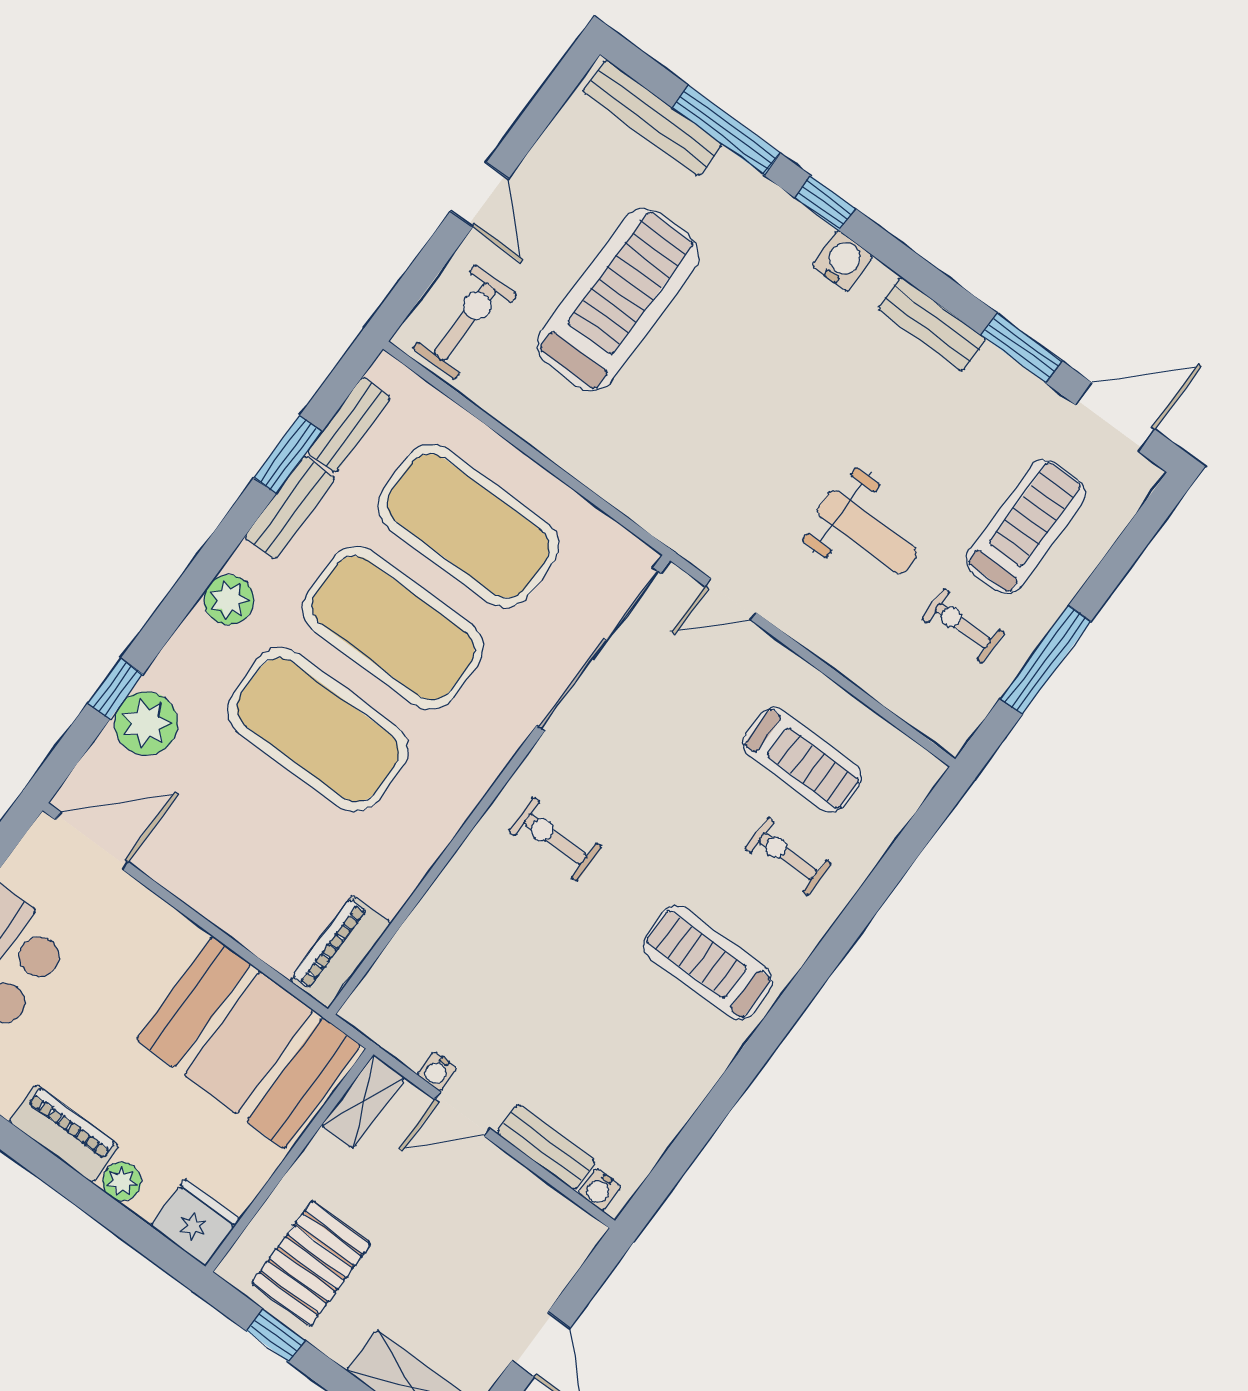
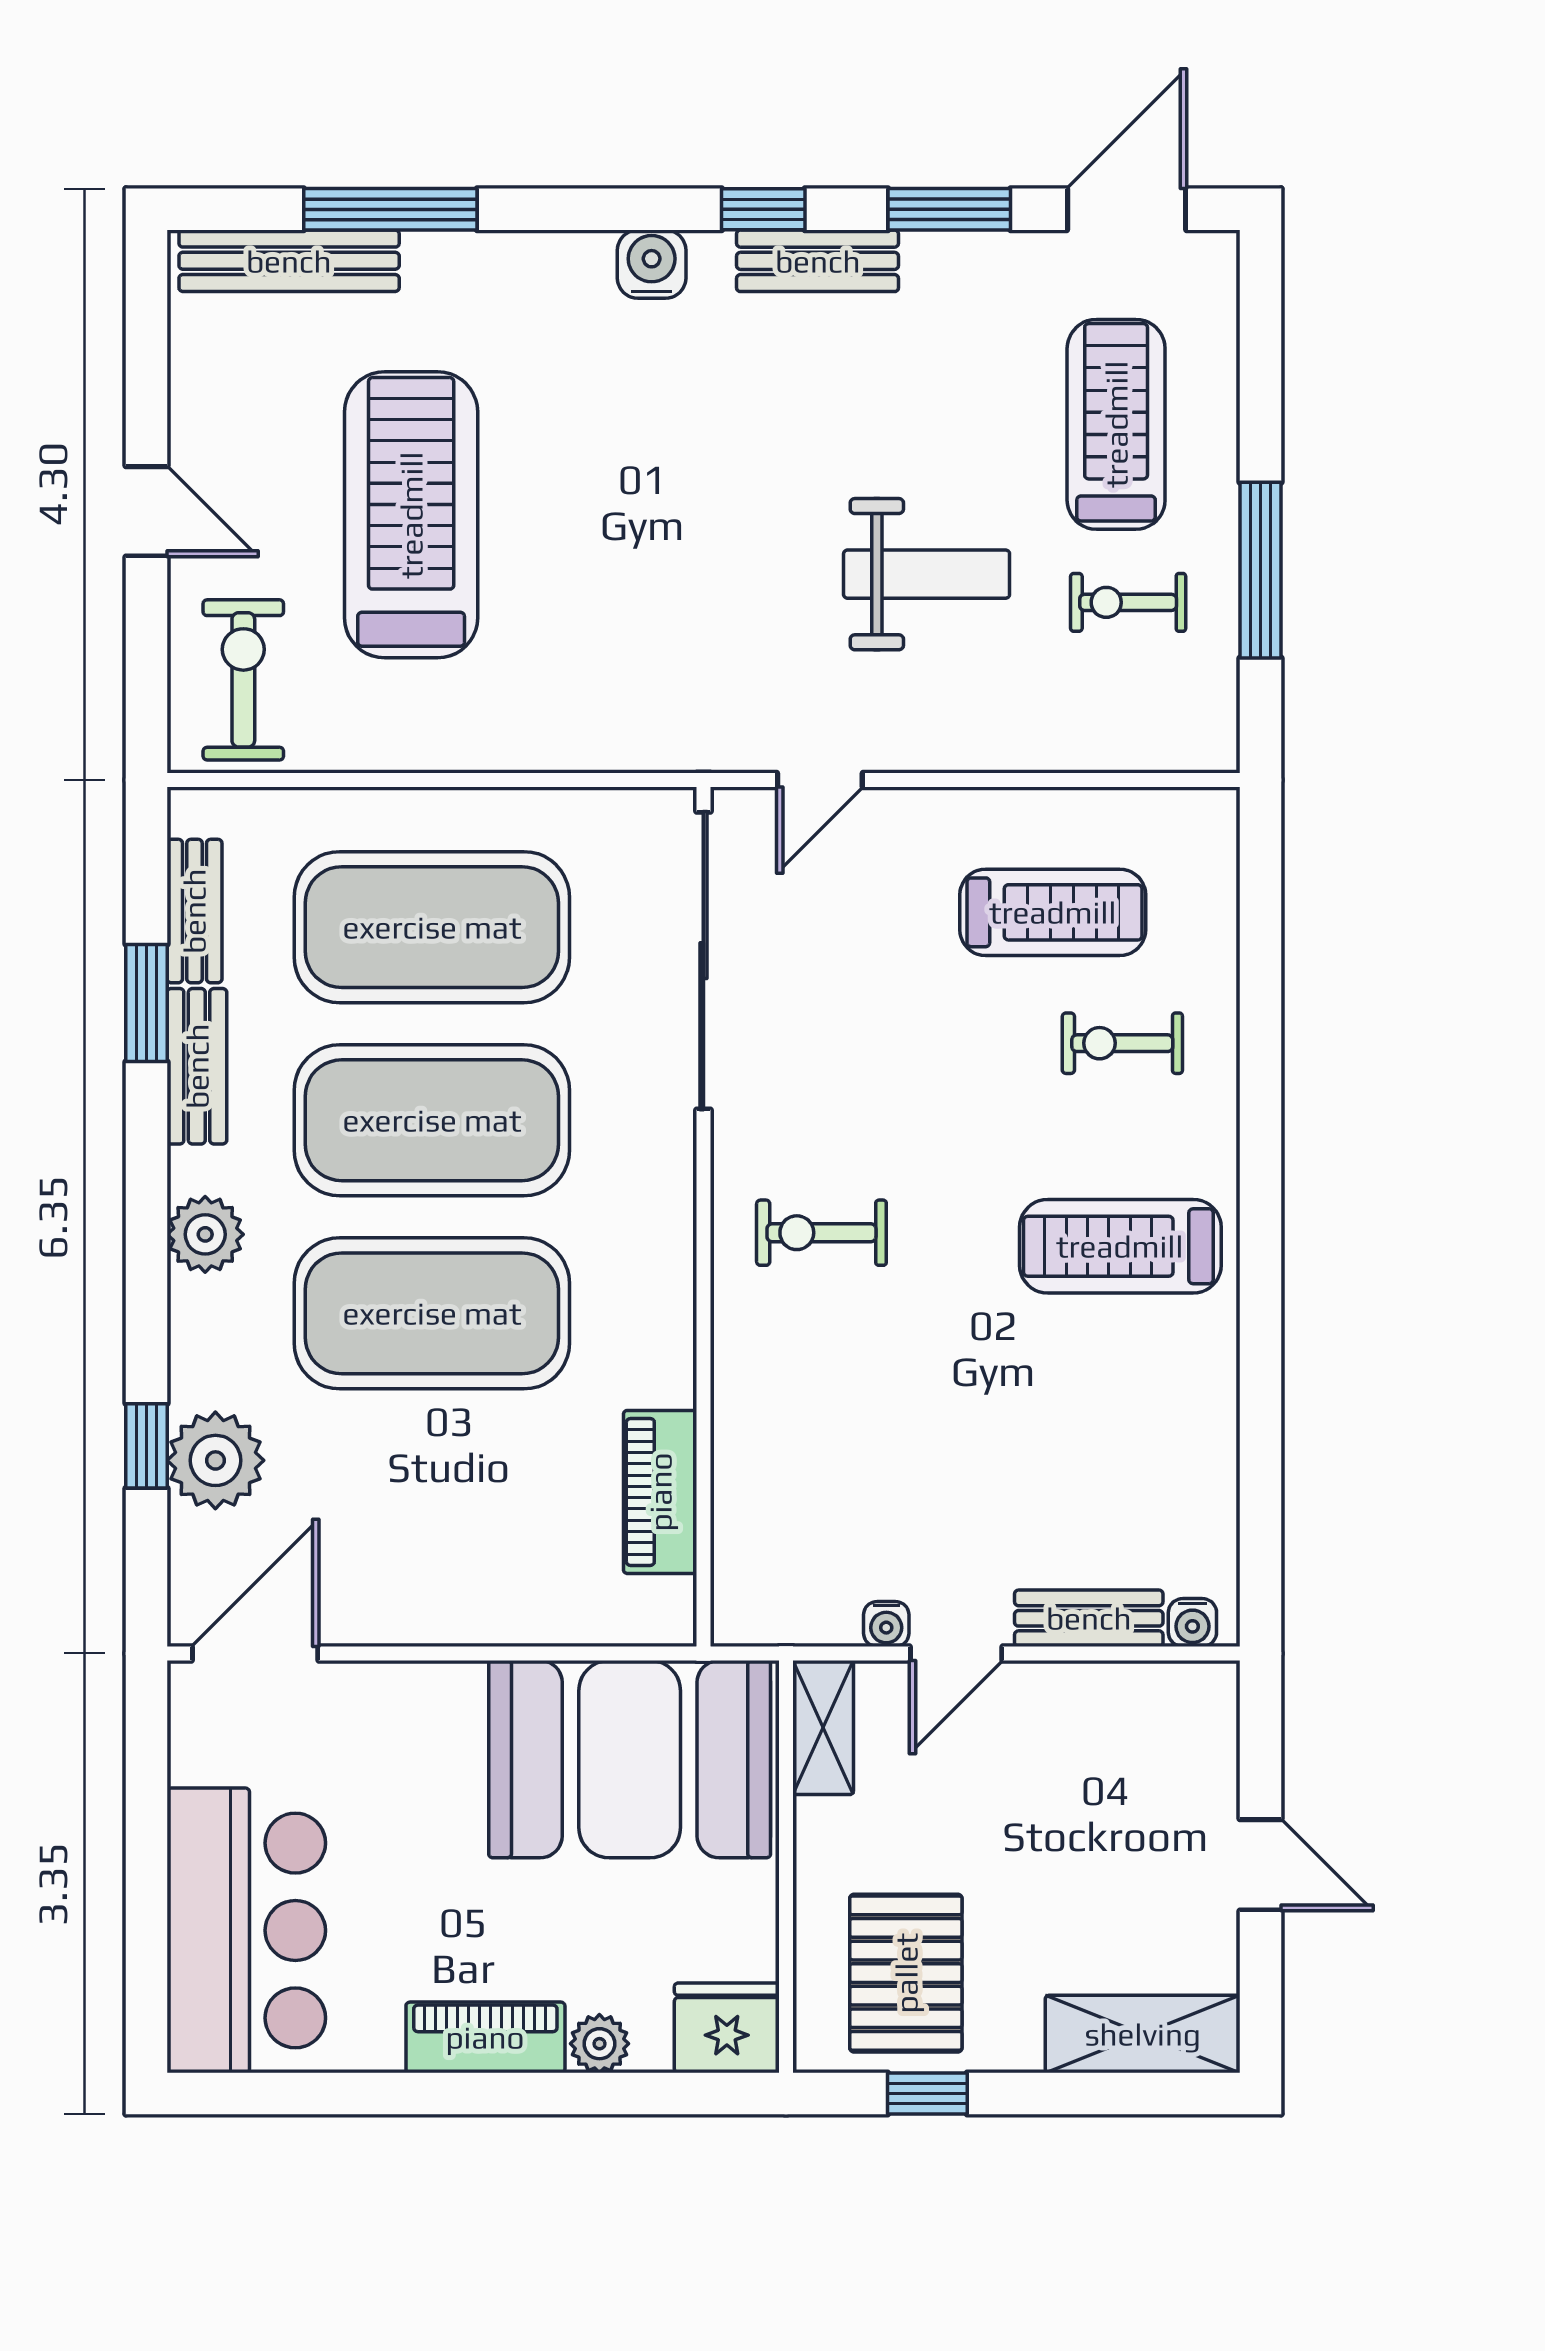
window: (825, 203) -> (763, 209), moved
piano: (340, 952) -> (660, 1492), moved

